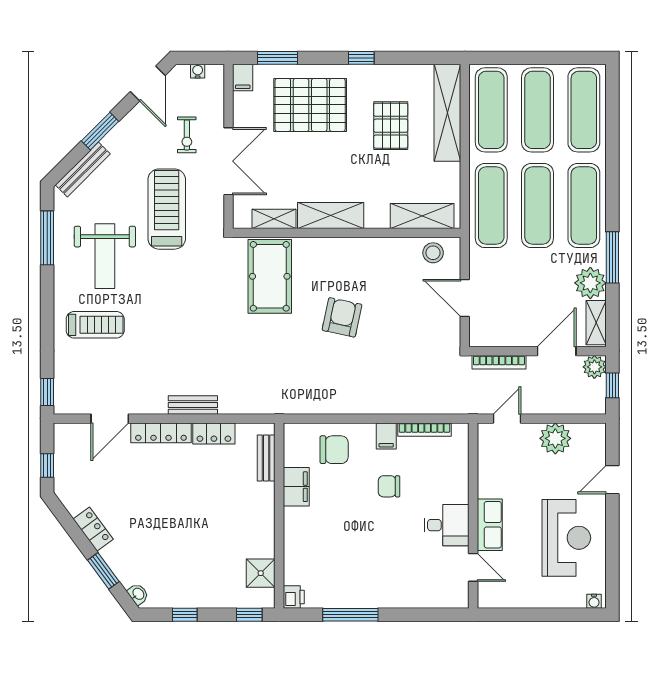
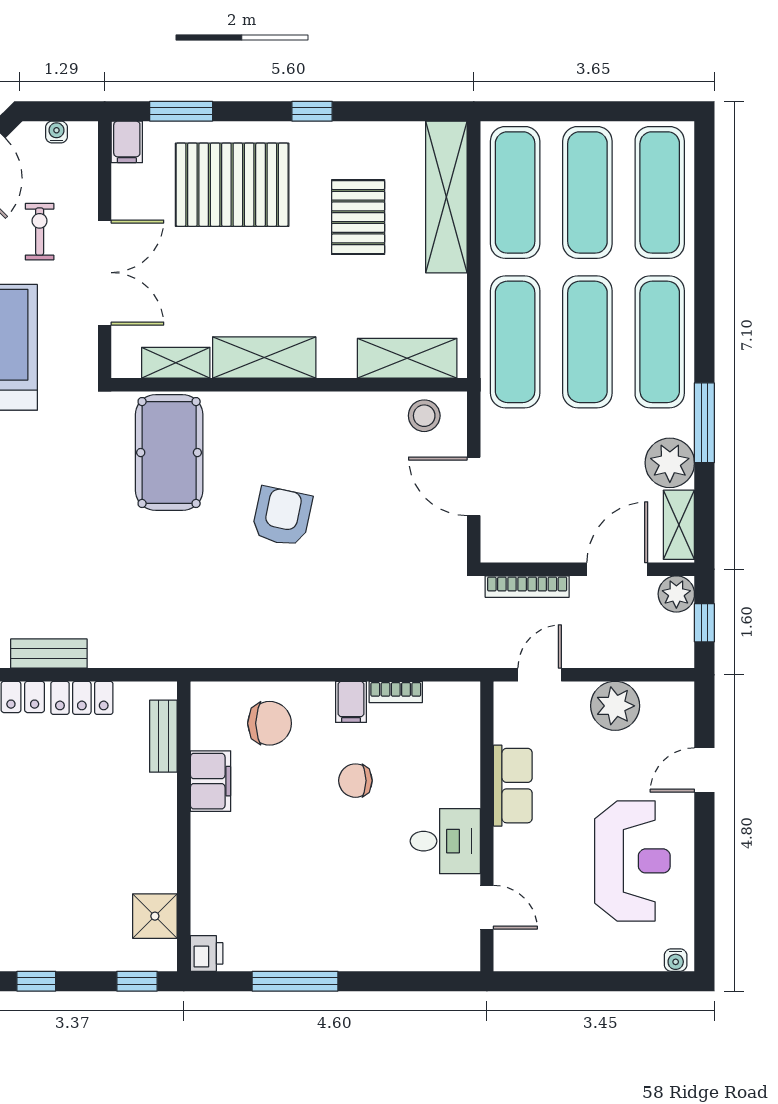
exercise bike: (187, 135) -> (40, 232), turned 180
bookcase: (424, 430) -> (396, 692), width x0.64
row of seats: (490, 525) -> (513, 786), moved

